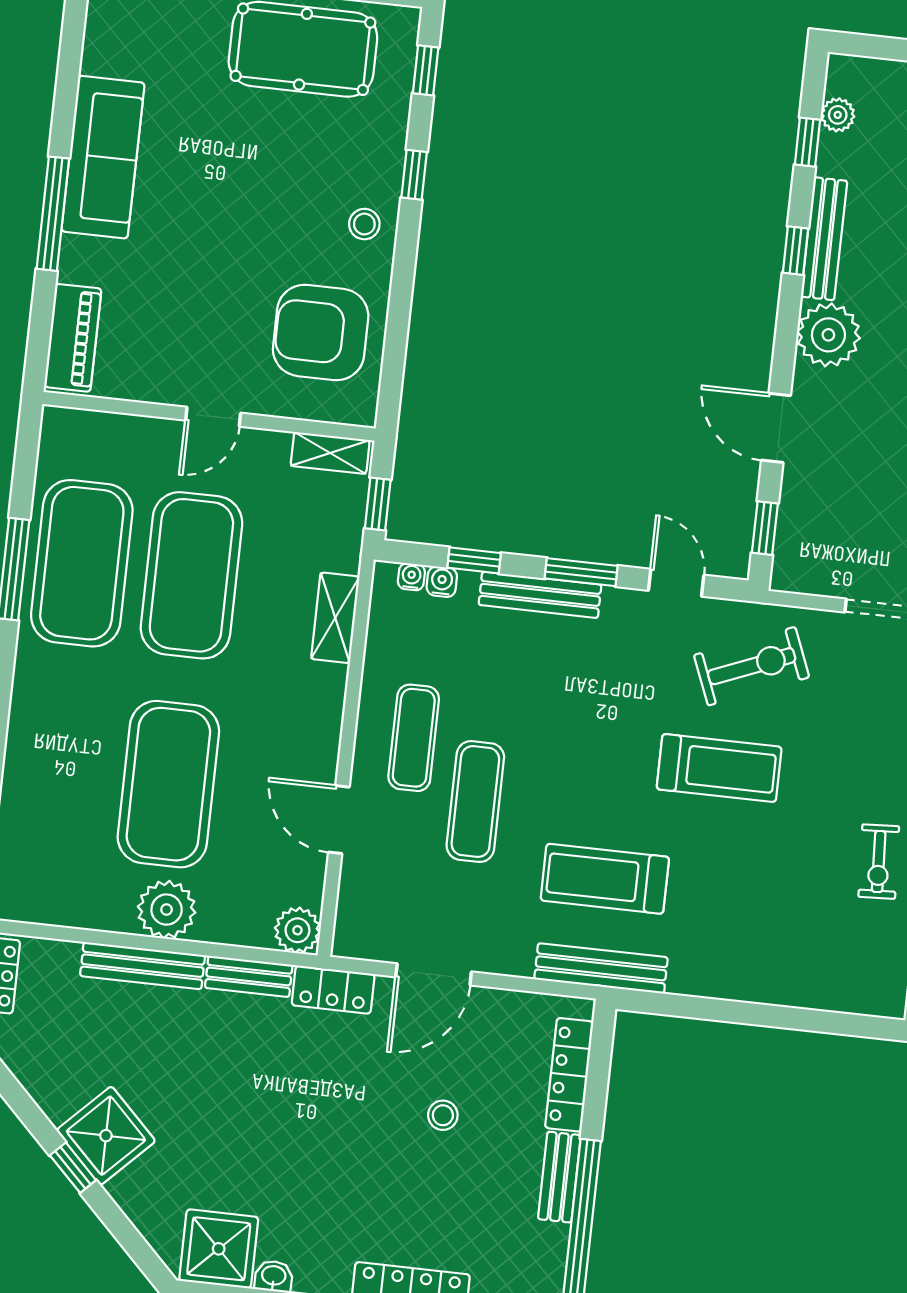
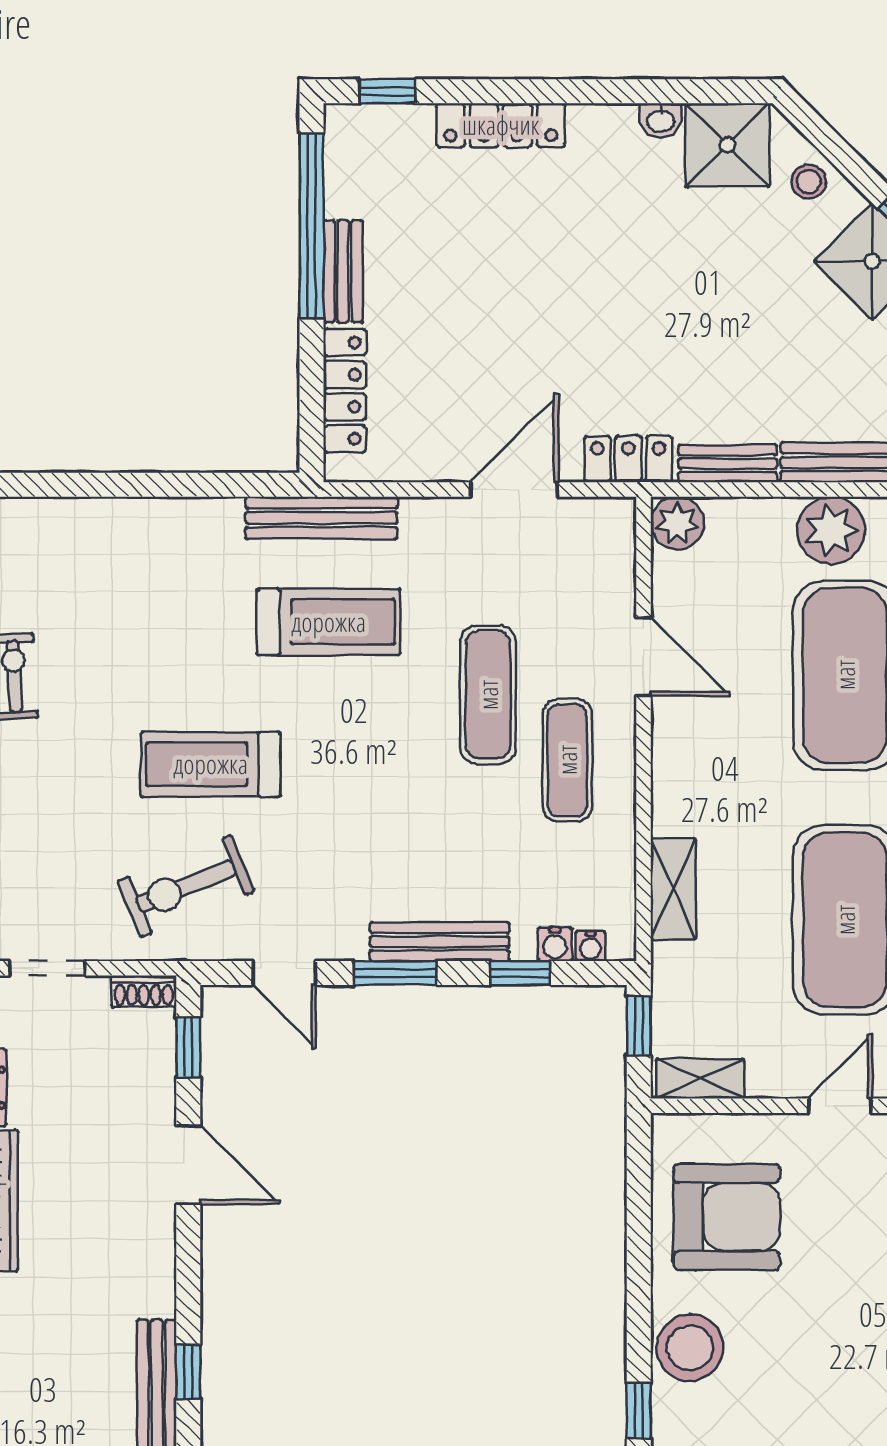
stool: (364, 224) -> (690, 1348), width x1.89, depth x1.89
plant: (828, 335) -> (140, 1279), removed
shoe rack: (798, 580) -> (144, 991), added
stool: (443, 1115) -> (809, 182), moved

